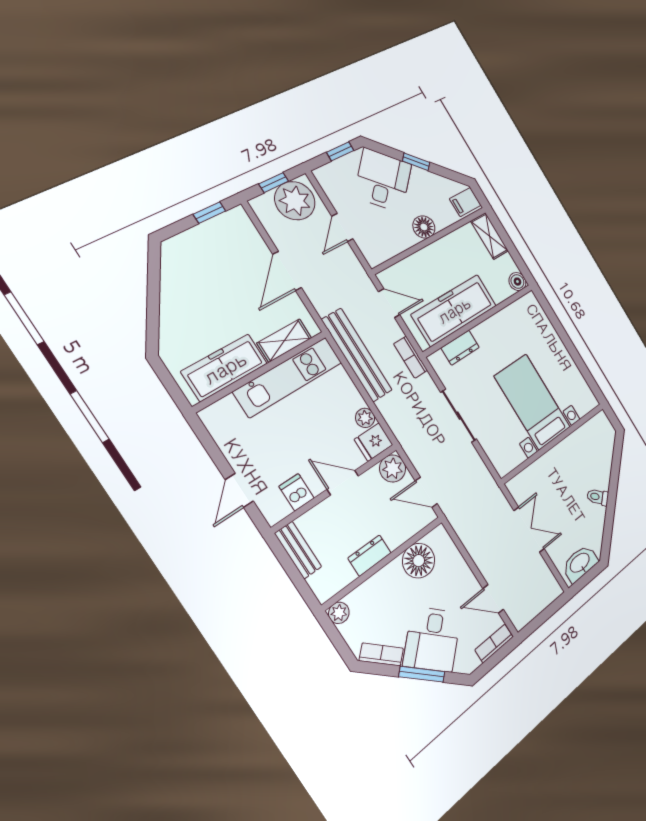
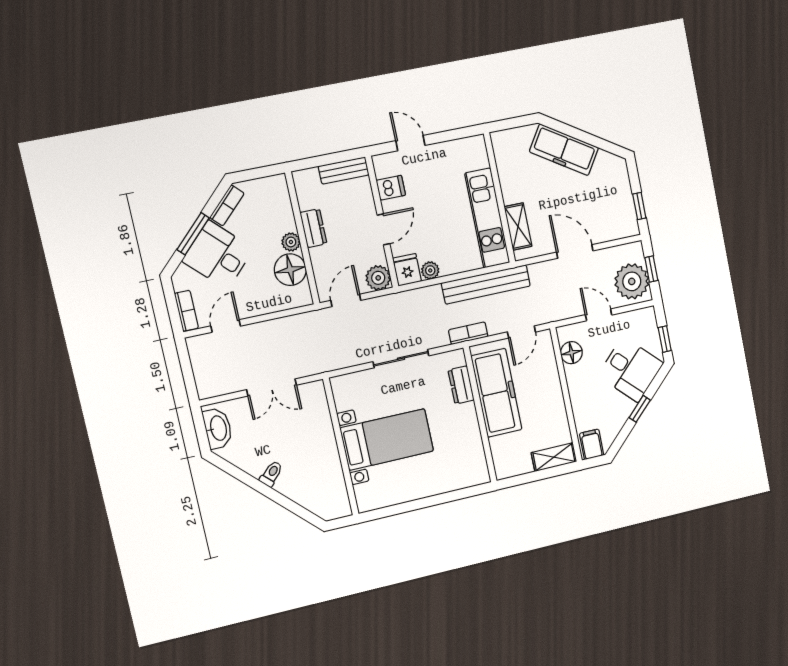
floor lamp: (424, 227) -> (571, 353), moved
boiler: (517, 282) -> (504, 470), removed
freezer: (225, 368) -> (564, 150), moved, turned 122
plant: (339, 613) -> (291, 242), moved

